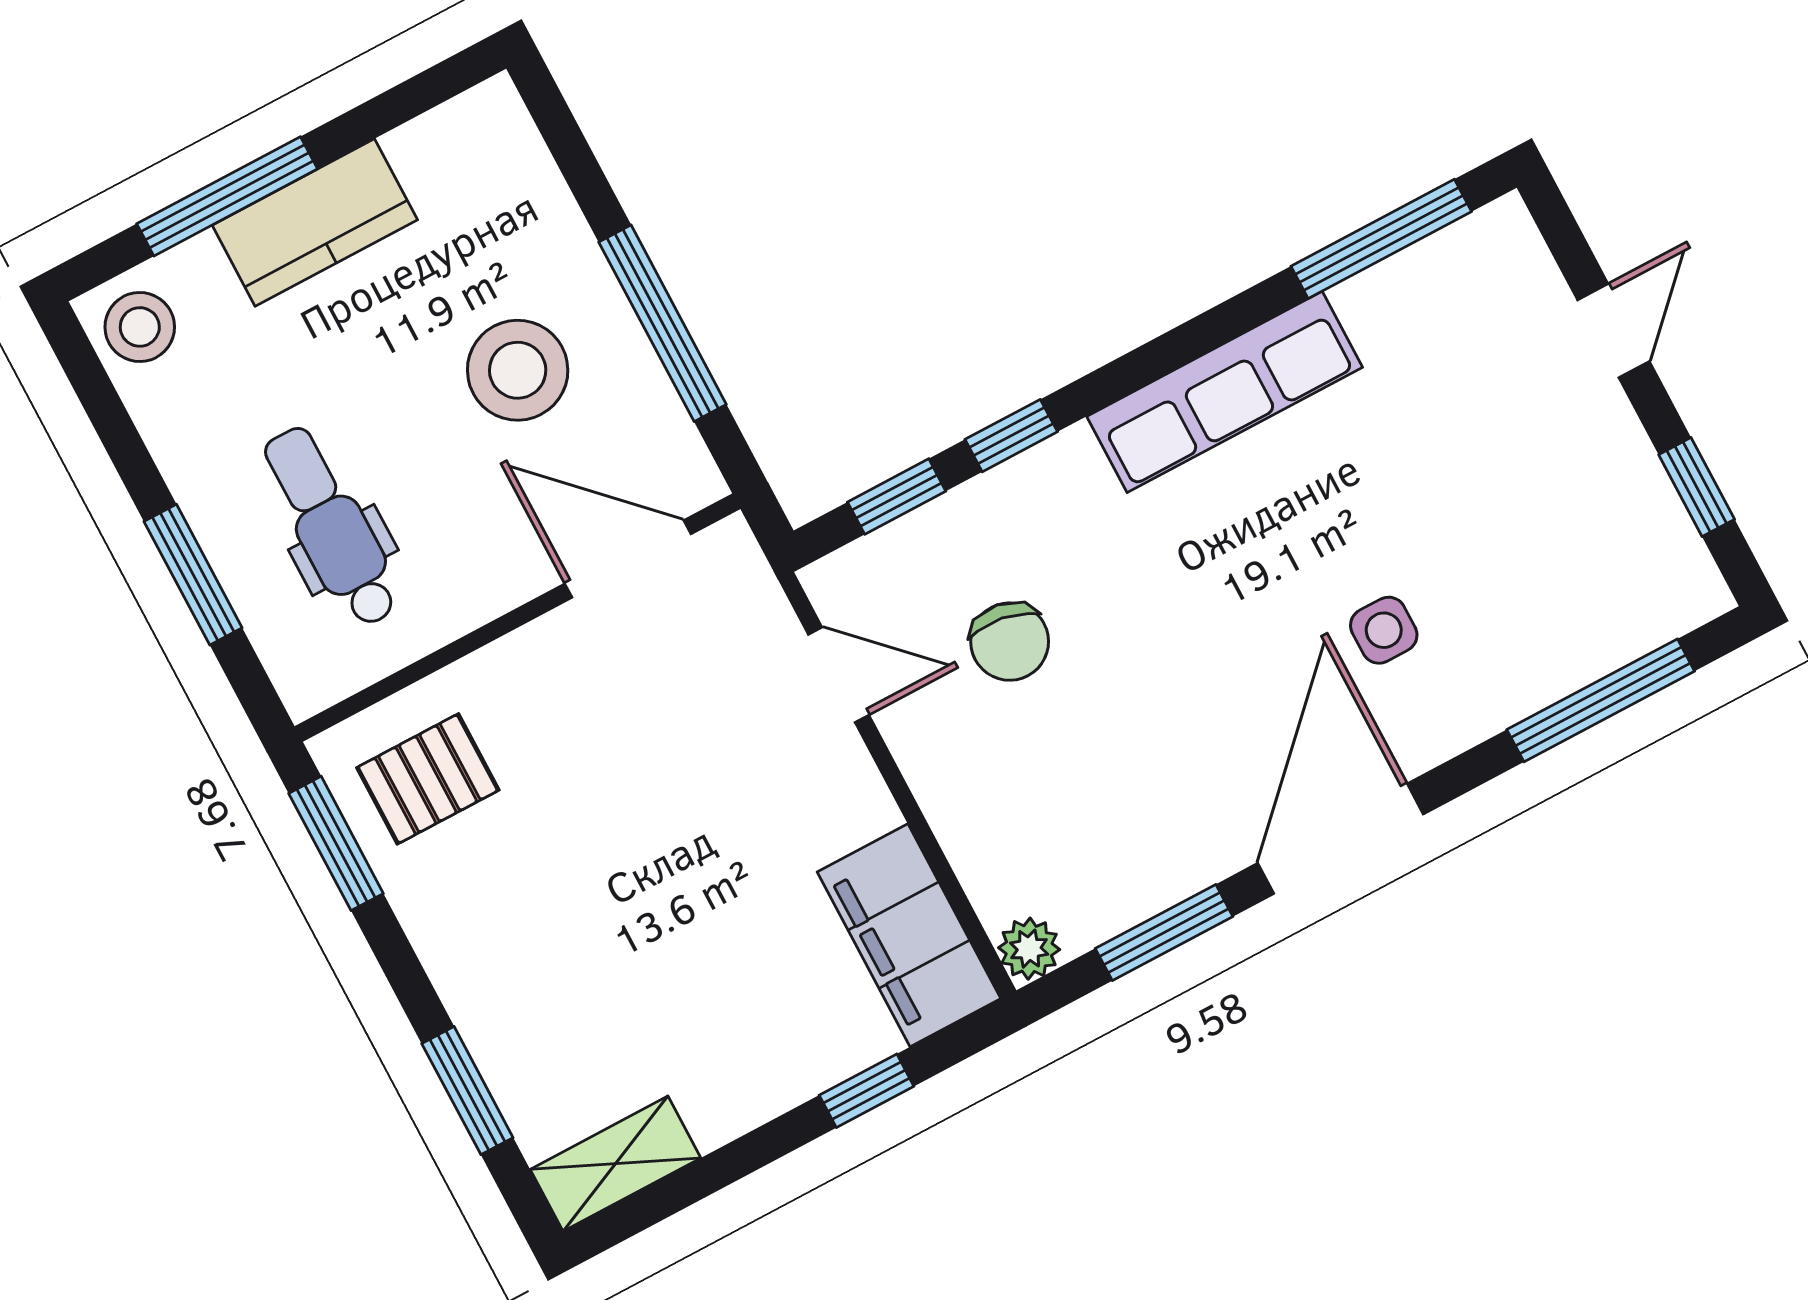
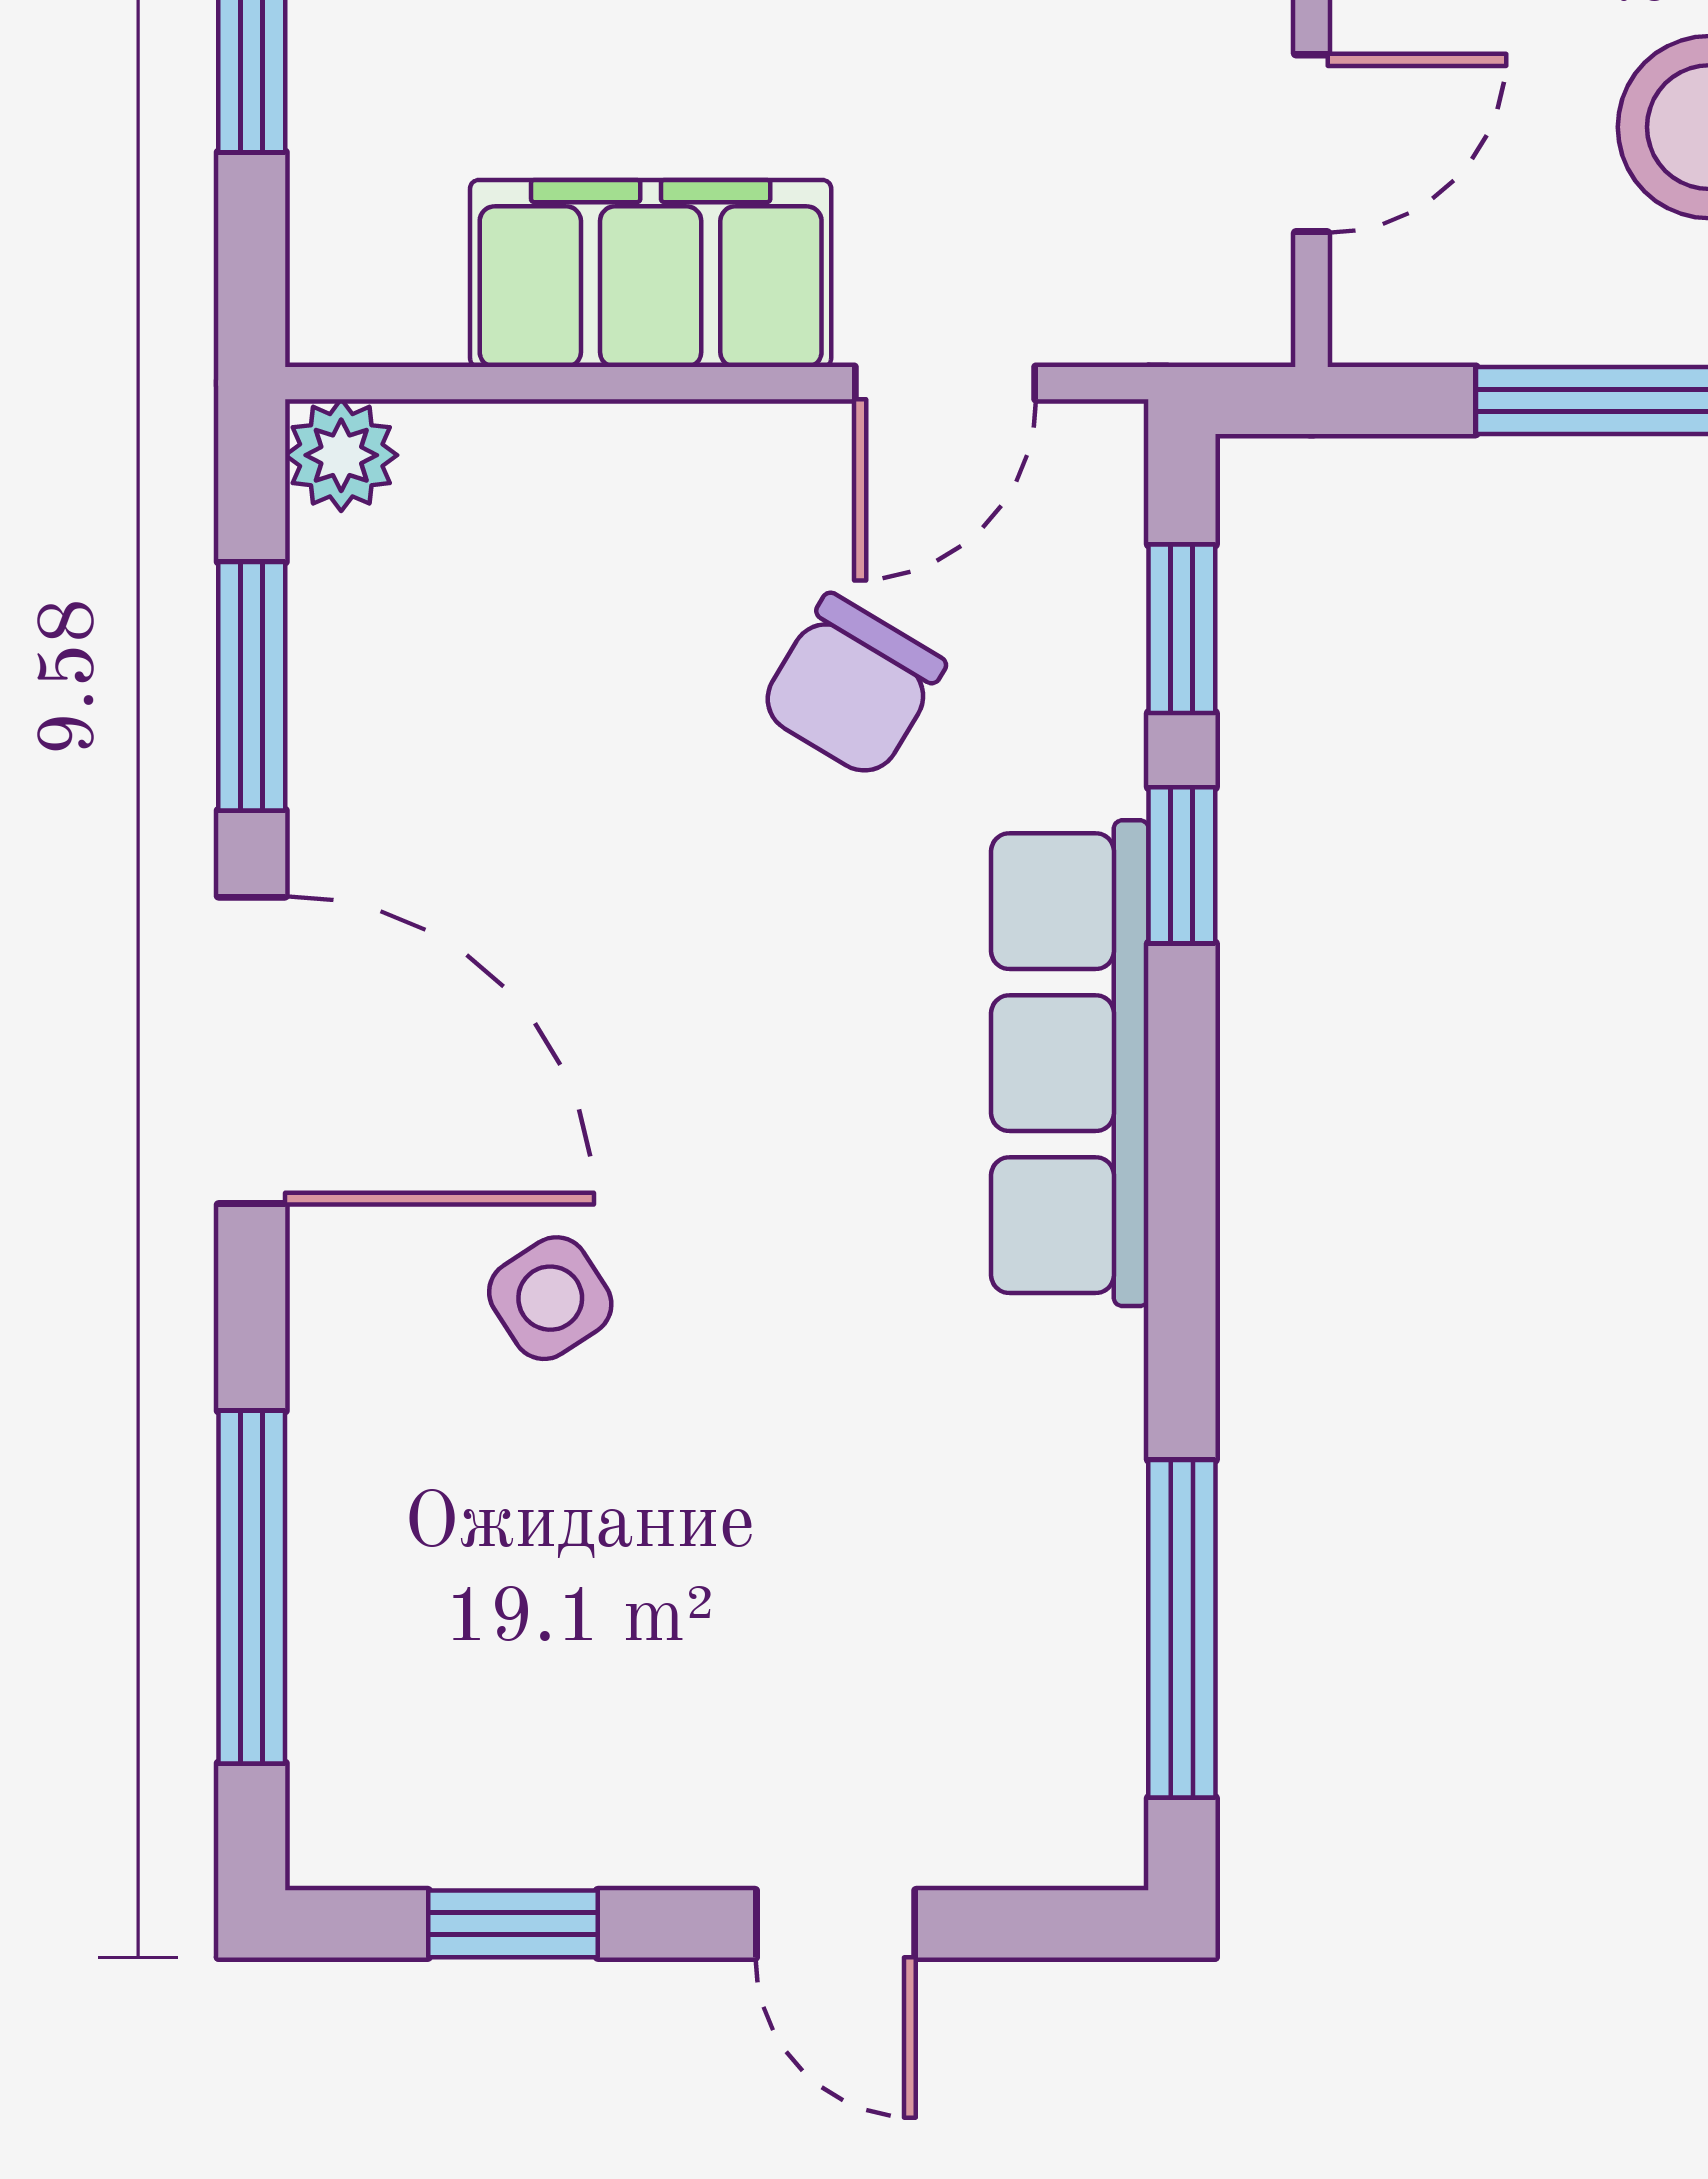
row of seats: (1225, 392) -> (1070, 1063), moved
door: (628, 559) -> (1311, 143), width x0.73
side table: (1384, 630) -> (550, 1298), turned -33
chair: (1010, 642) -> (852, 686), turned -68
filing cabinet: (909, 935) -> (651, 273), moved

